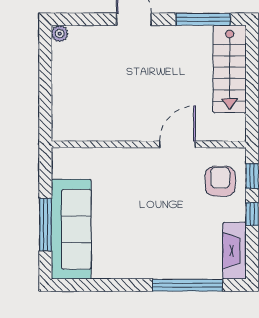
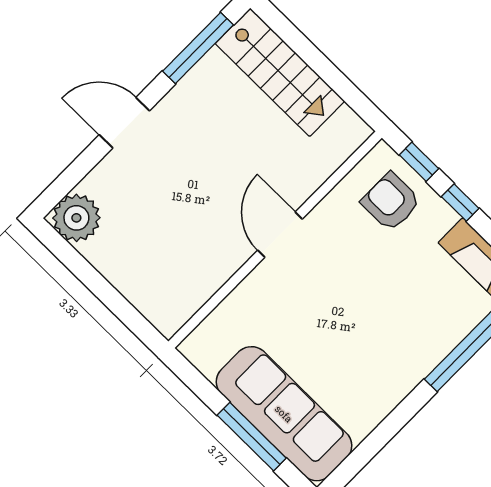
plant: (60, 34) -> (76, 218), width x1.88, depth x1.88
door: (177, 144) -> (280, 235), moved

